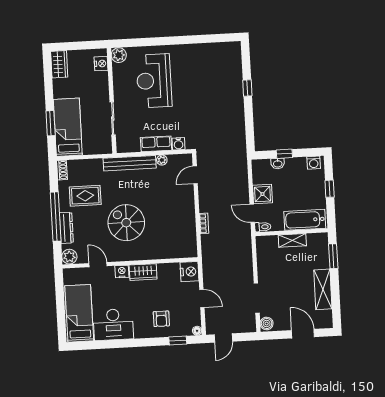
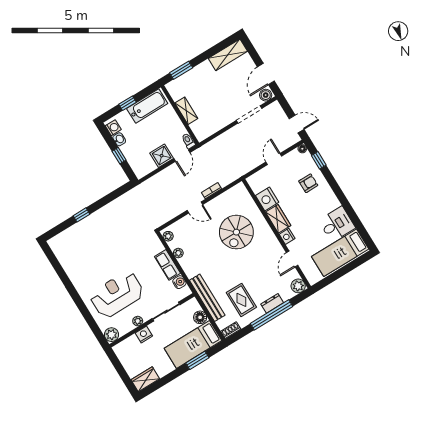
nightstand: (101, 64) -> (144, 334), moved
reception desk: (154, 81) -> (117, 294), turned 180
plant: (118, 87) -> (138, 321), added
water cooler: (178, 144) -> (179, 282), moved
floor lamp: (90, 148) -> (200, 317), added
plant: (183, 159) -> (168, 236), added
bench: (130, 163) -> (207, 298), moved
washbasin: (278, 164) -> (119, 139), moved
door: (195, 175) -> (195, 207), moved
bathtub: (305, 220) -> (147, 106), moved, turned -90
spiral stairs: (126, 223) -> (236, 232), moved
dresser: (66, 228) -> (272, 303), width x0.70
nightstand: (189, 272) -> (267, 199), moved, turned -90
shelving: (323, 289) -> (228, 55), moved
desk: (113, 325) -> (337, 224), width x0.73
door: (303, 334) -> (266, 74), moved

